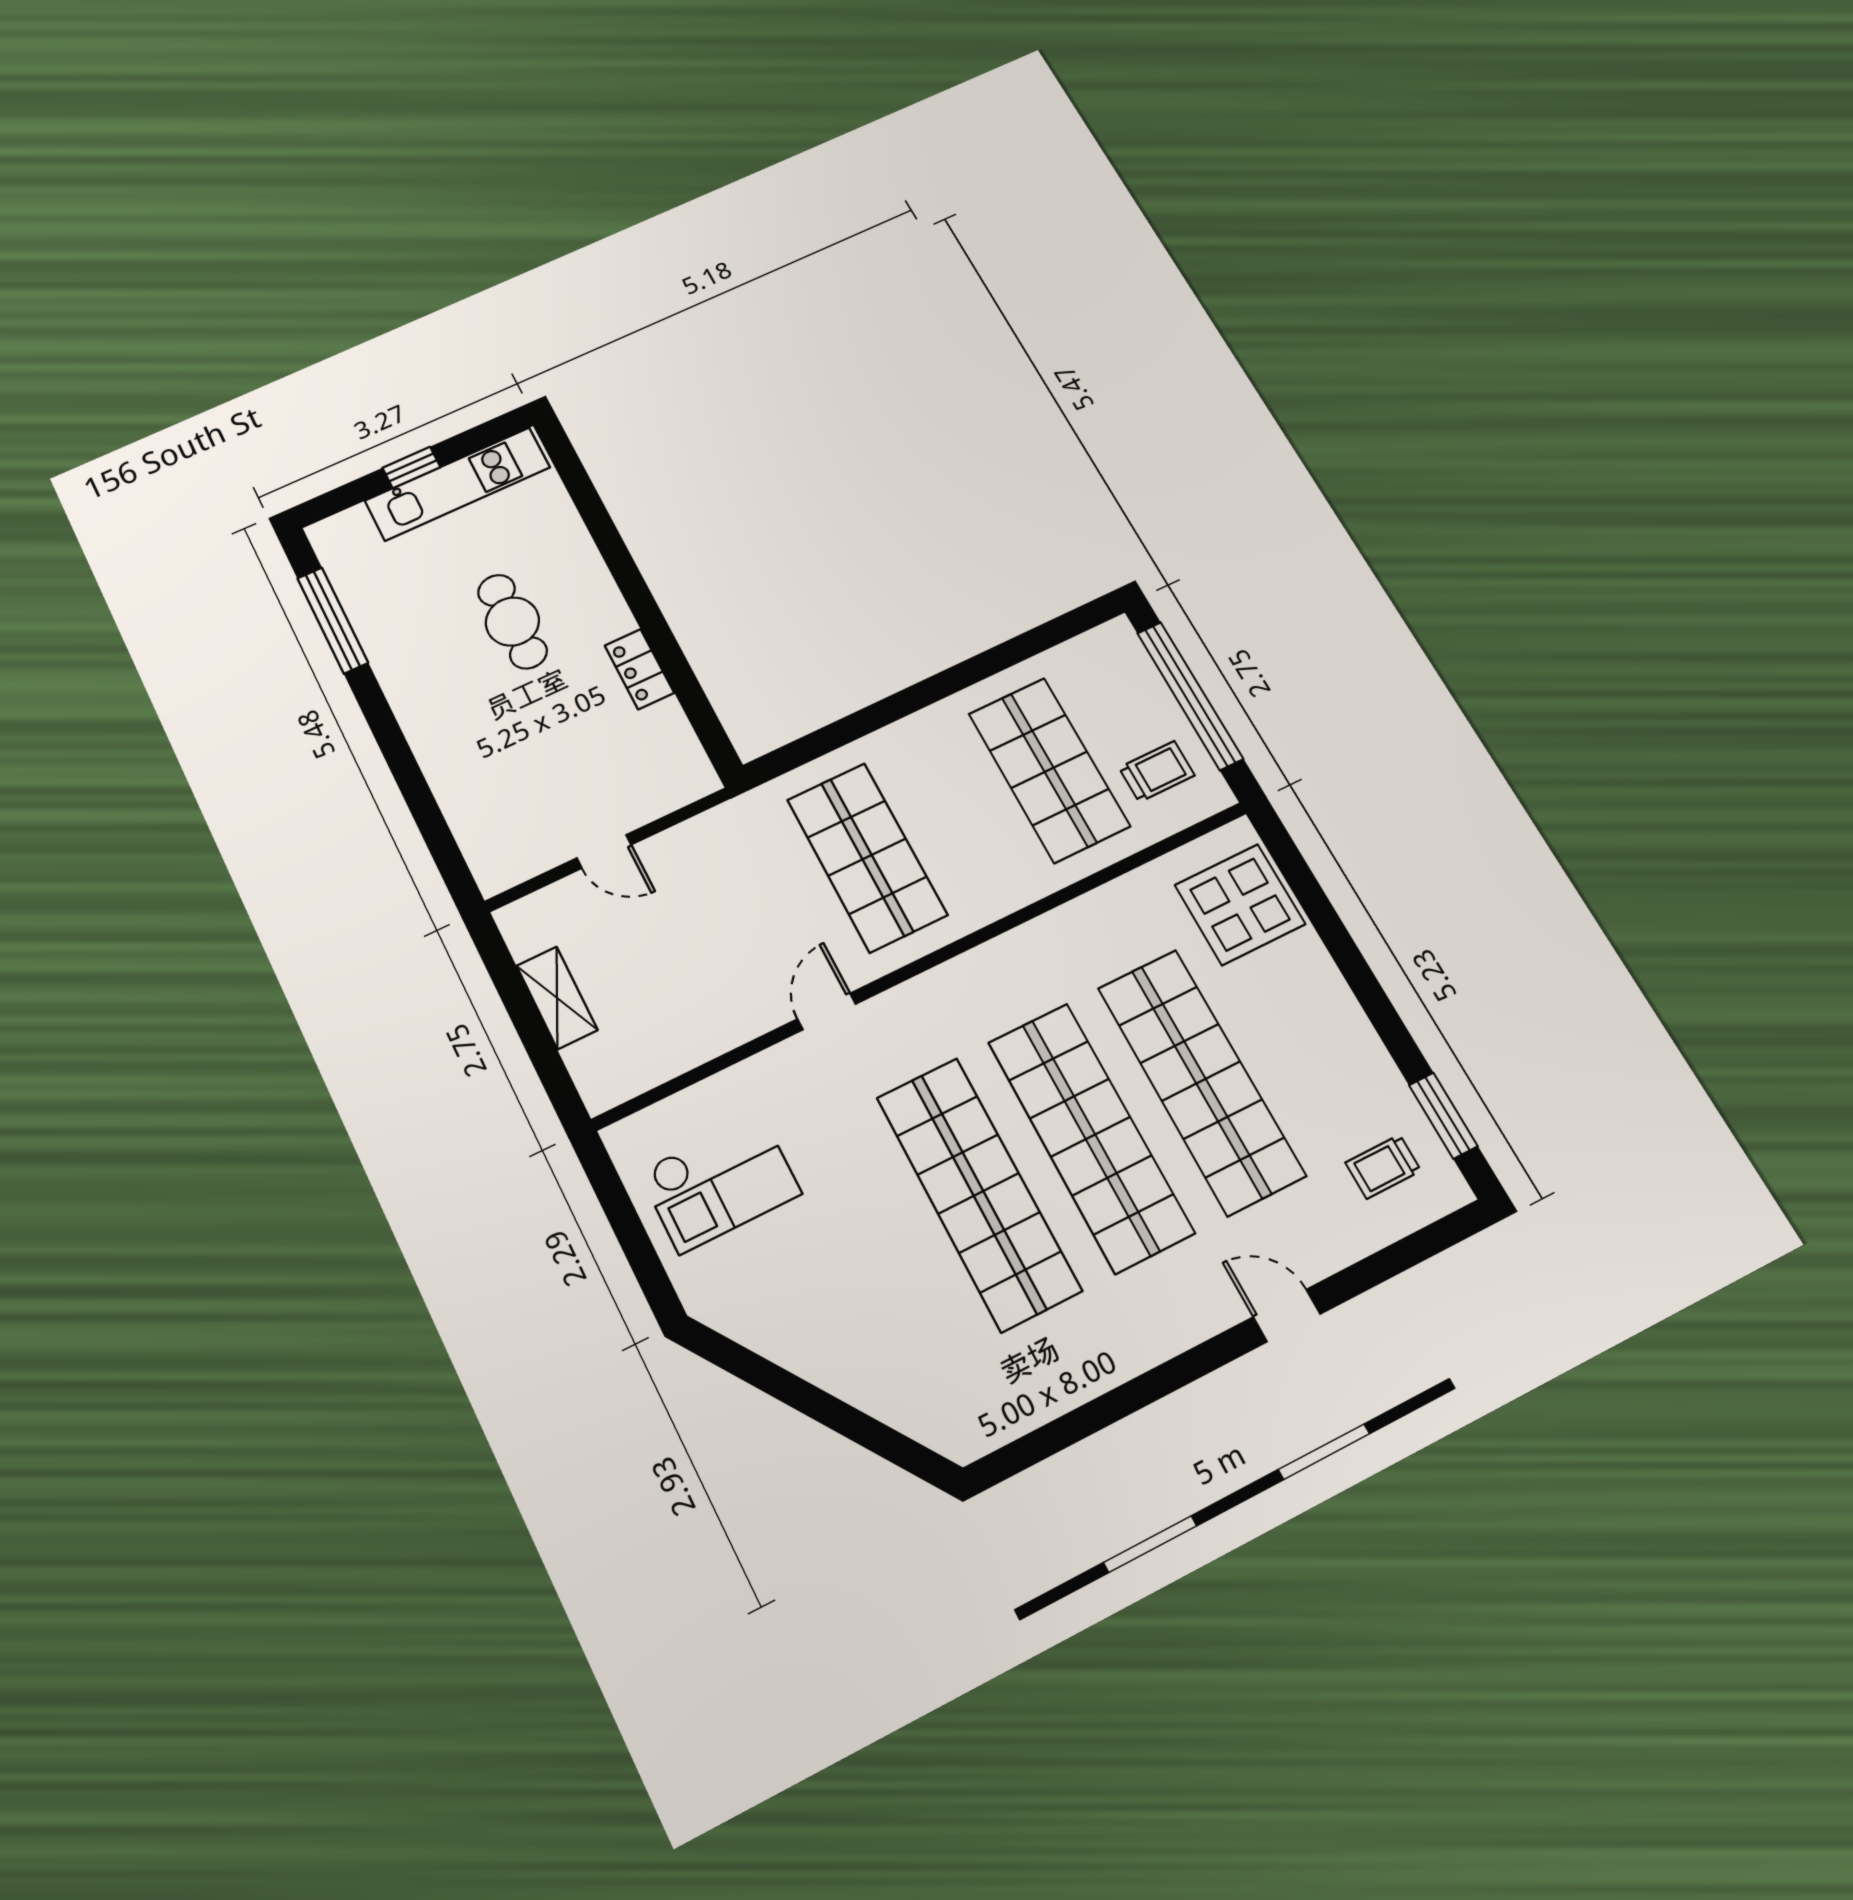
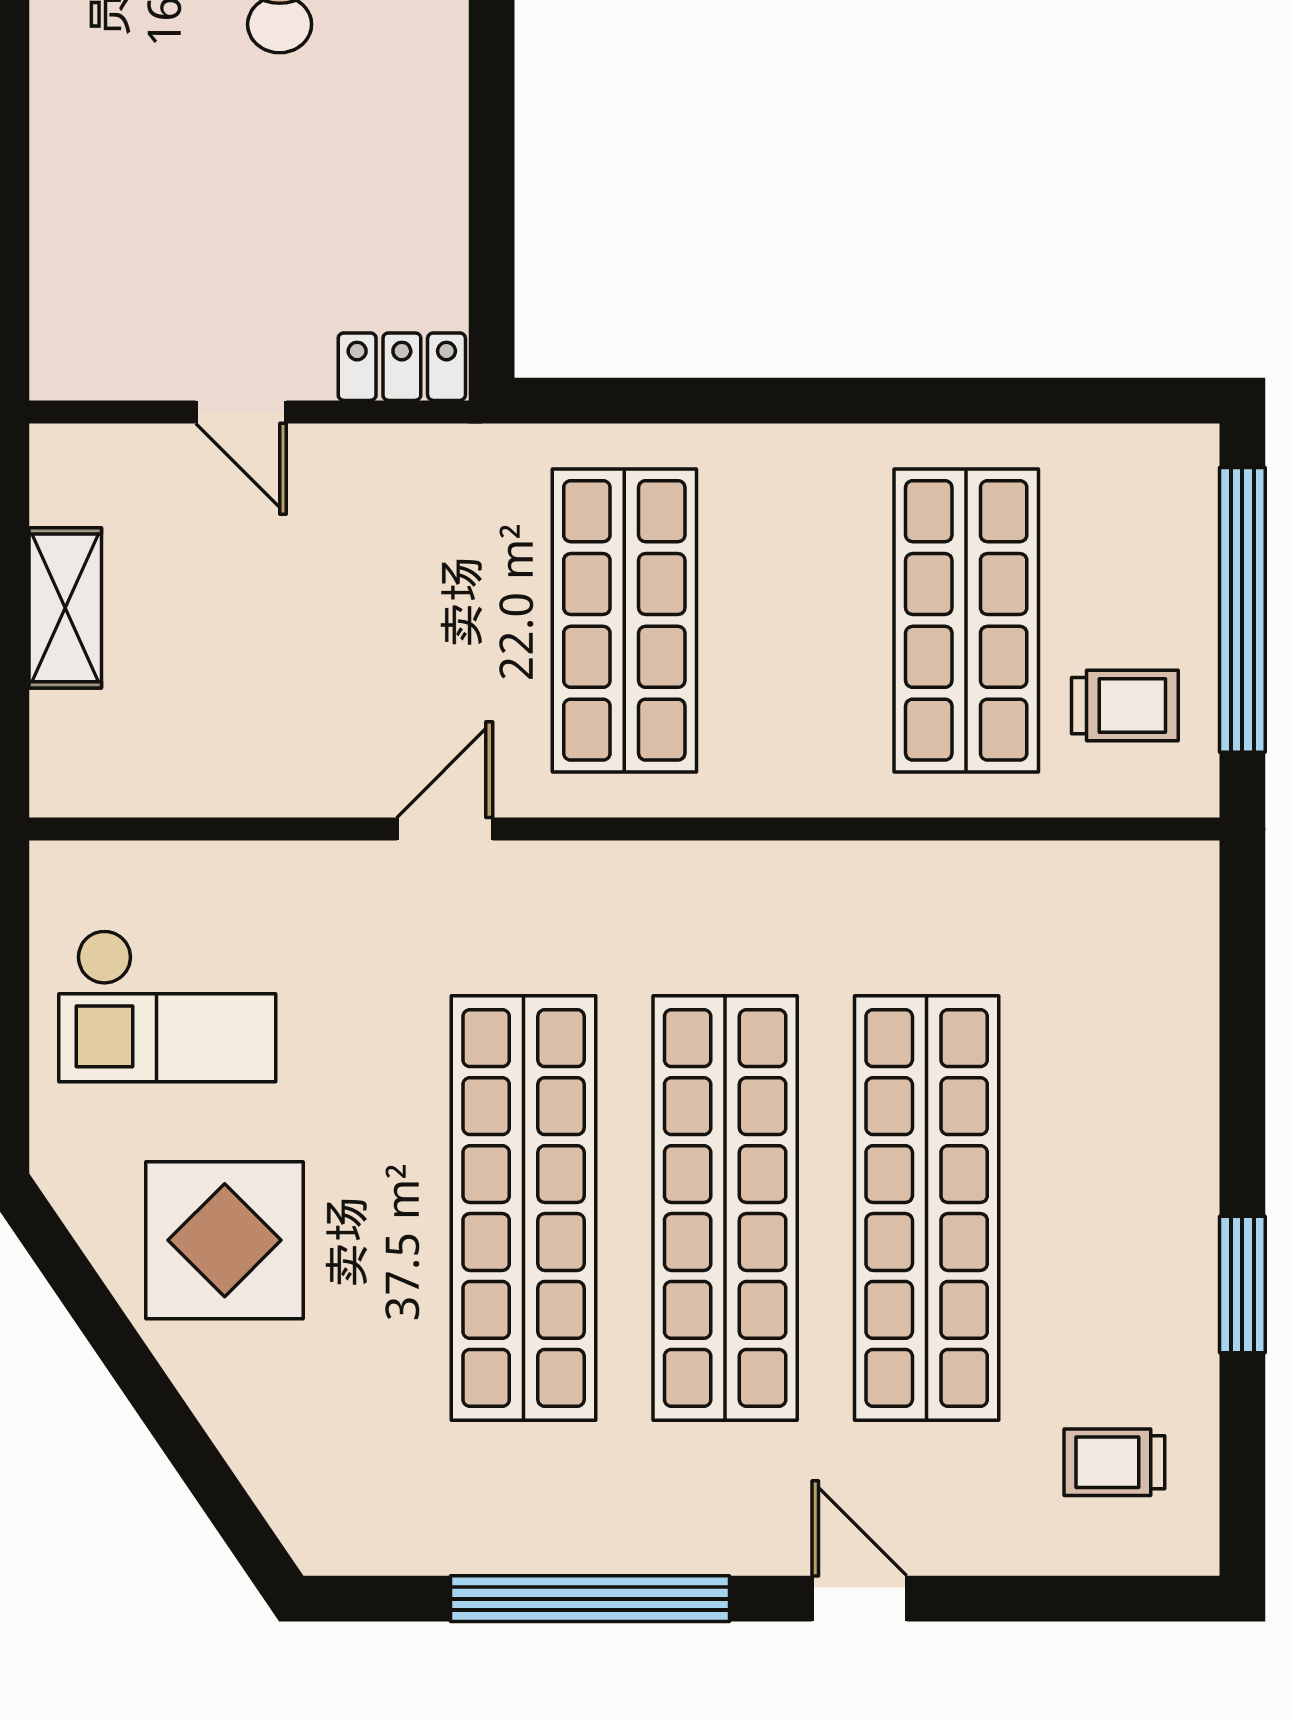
locker: (639, 669) -> (402, 367), moved, turned 90
display table: (1240, 905) -> (225, 1240), moved
window: (1443, 1116) -> (1242, 1284), moved
window: (1135, 1395) -> (590, 1599), added

